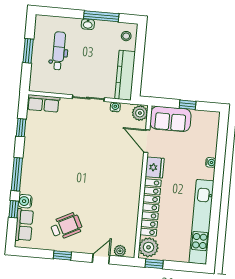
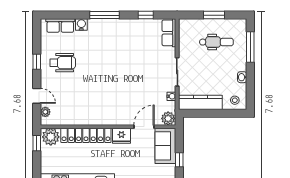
window: (101, 16) -> (250, 47), moved
washbasin: (88, 24) -> (242, 77), moved
window: (14, 209) -> (73, 15), removed
wheelchair: (66, 226) -> (63, 63), turned -63

